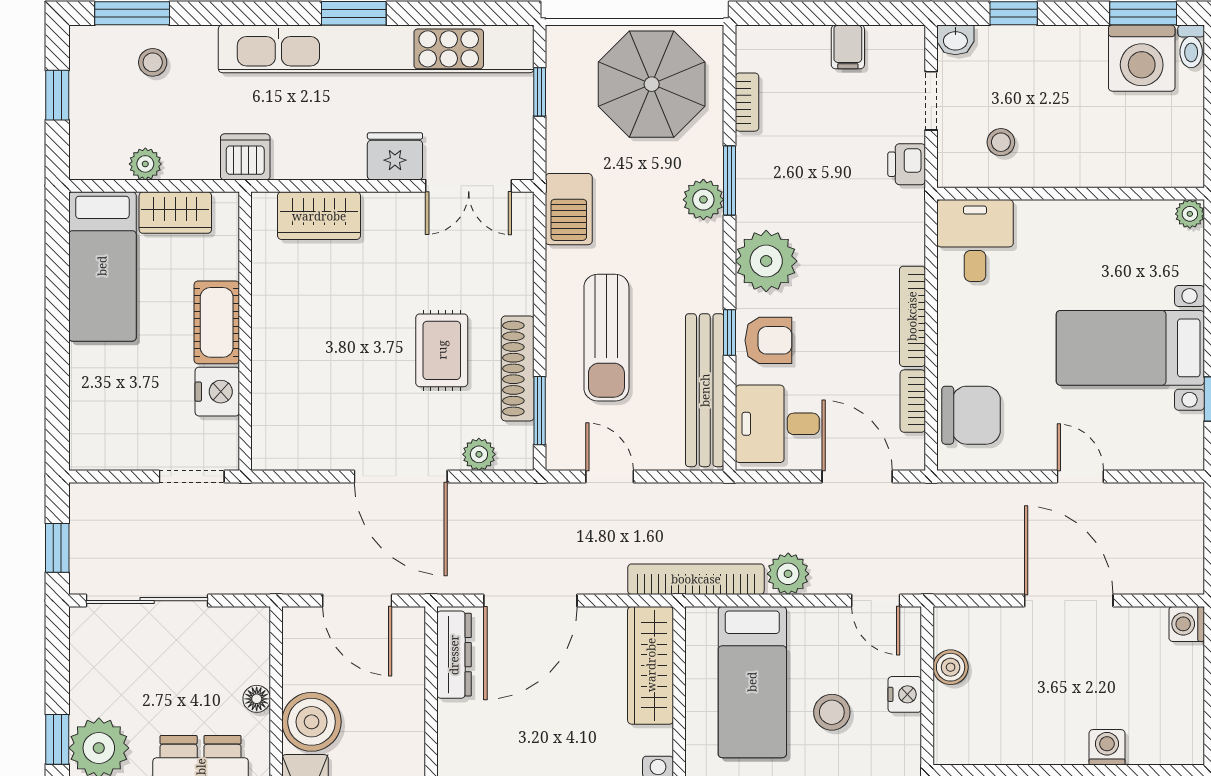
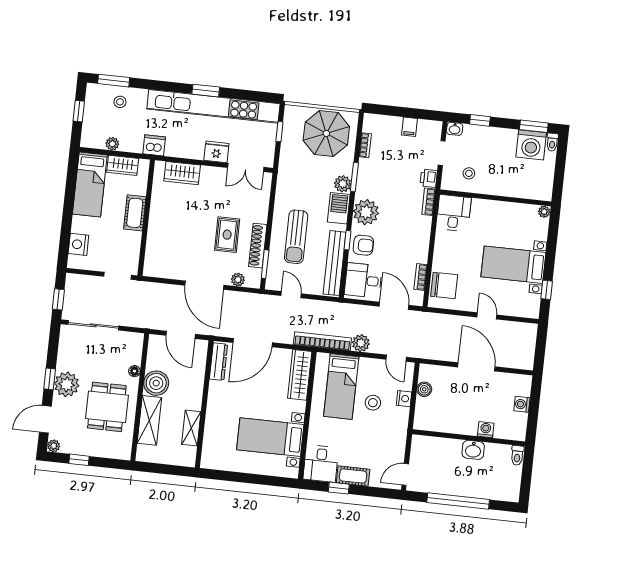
barbecue: (569, 209) -> (339, 208), moved, turned 180
bookcase: (912, 316) -> (429, 202), moved, width x0.64
nightstand: (217, 392) -> (78, 244), moved, turned 180
washing machine: (1187, 624) -> (522, 404), moved

